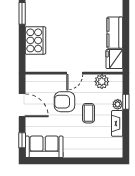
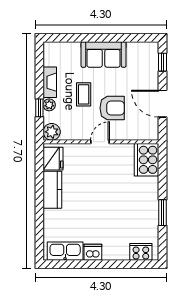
cooker: (35, 40) -> (147, 160), moved
plant: (102, 82) -> (52, 132), moved
sofa: (44, 147) -> (104, 54), moved

